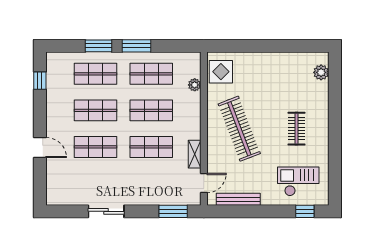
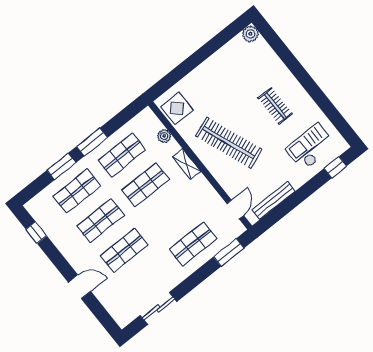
plant: (321, 72) -> (250, 34), moved
shop shelf: (151, 147) -> (193, 244), moved
shelving: (195, 154) -> (187, 164), moved
sliding door: (106, 211) -> (158, 308), moved

